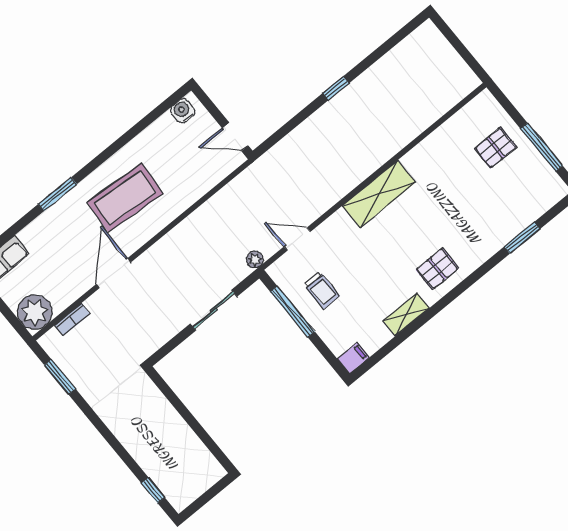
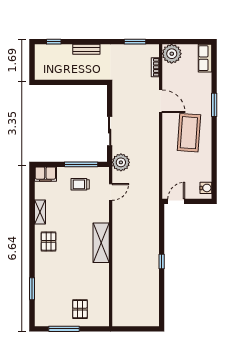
plant: (255, 260) -> (121, 162), width x1.88, depth x1.88
filing cabinet: (353, 358) -> (45, 174), width x2.00
bench: (126, 436) -> (86, 49), added

